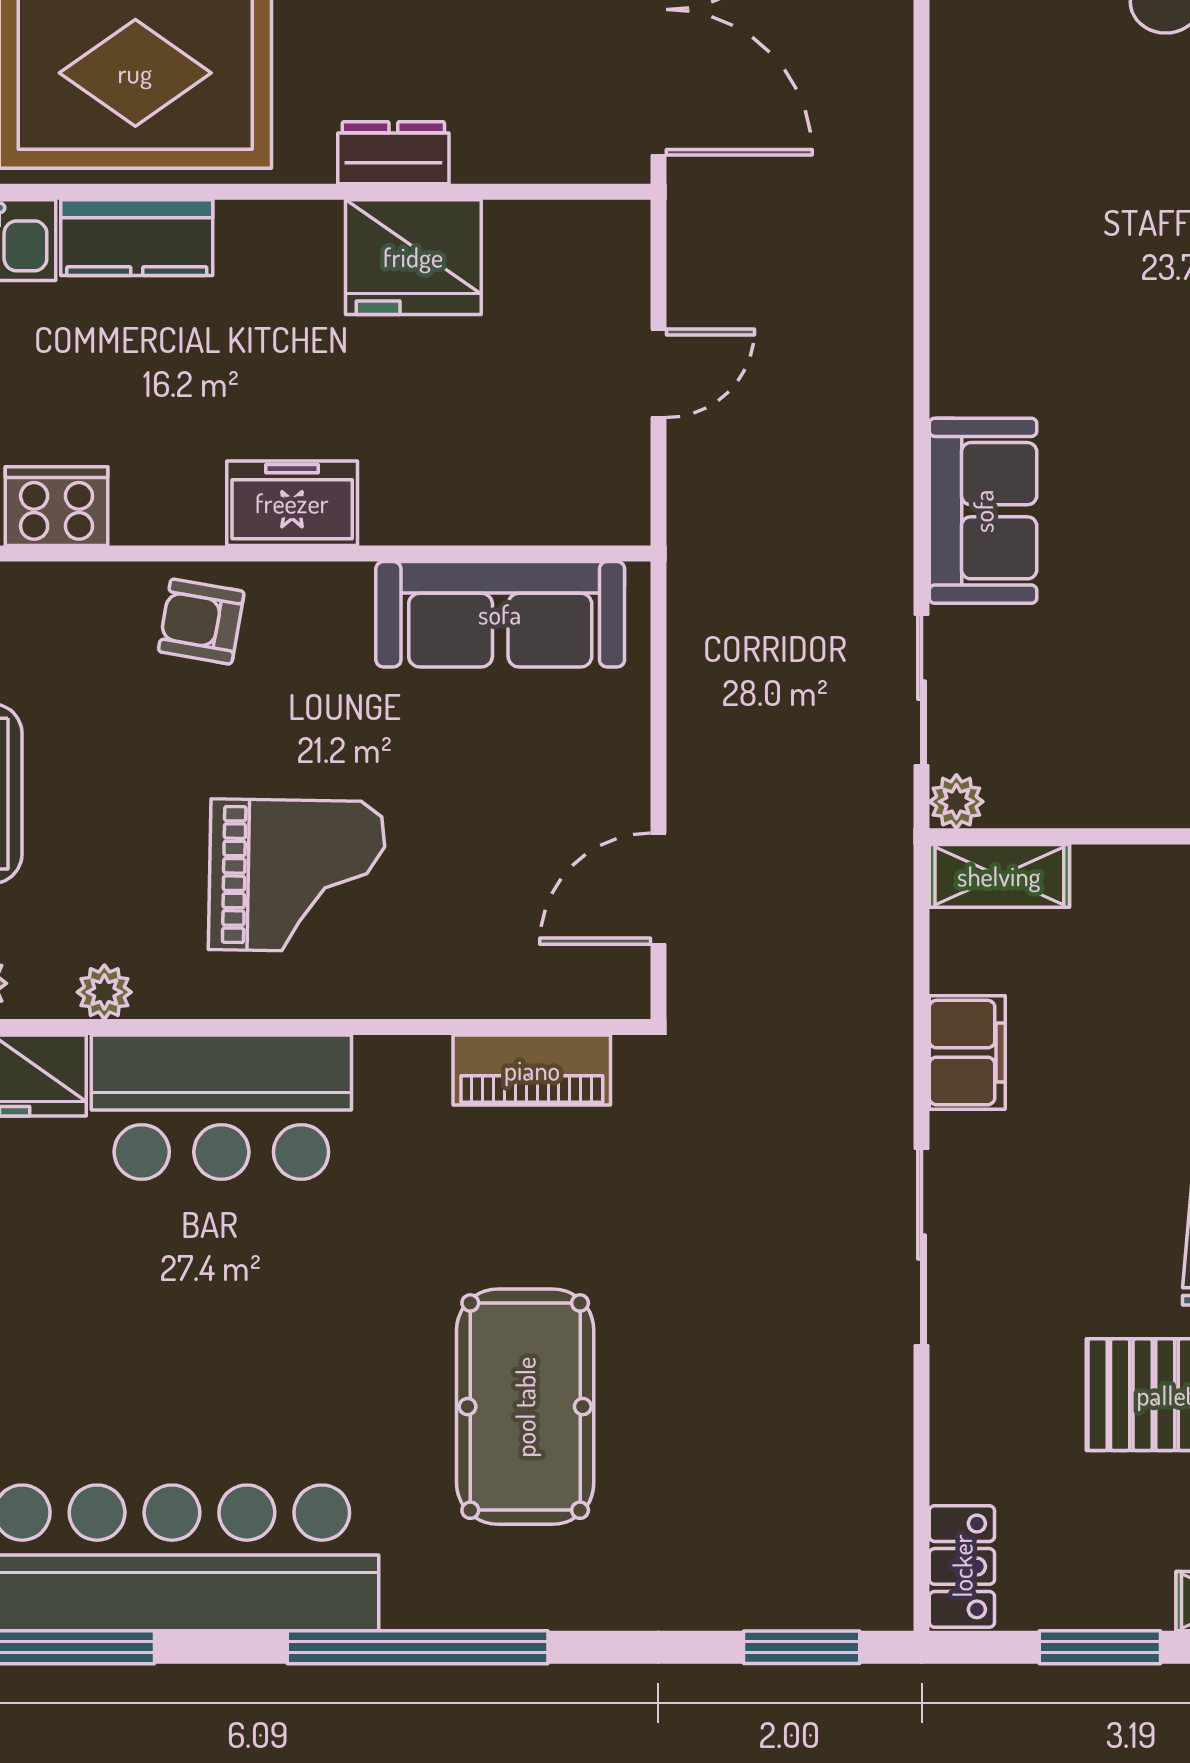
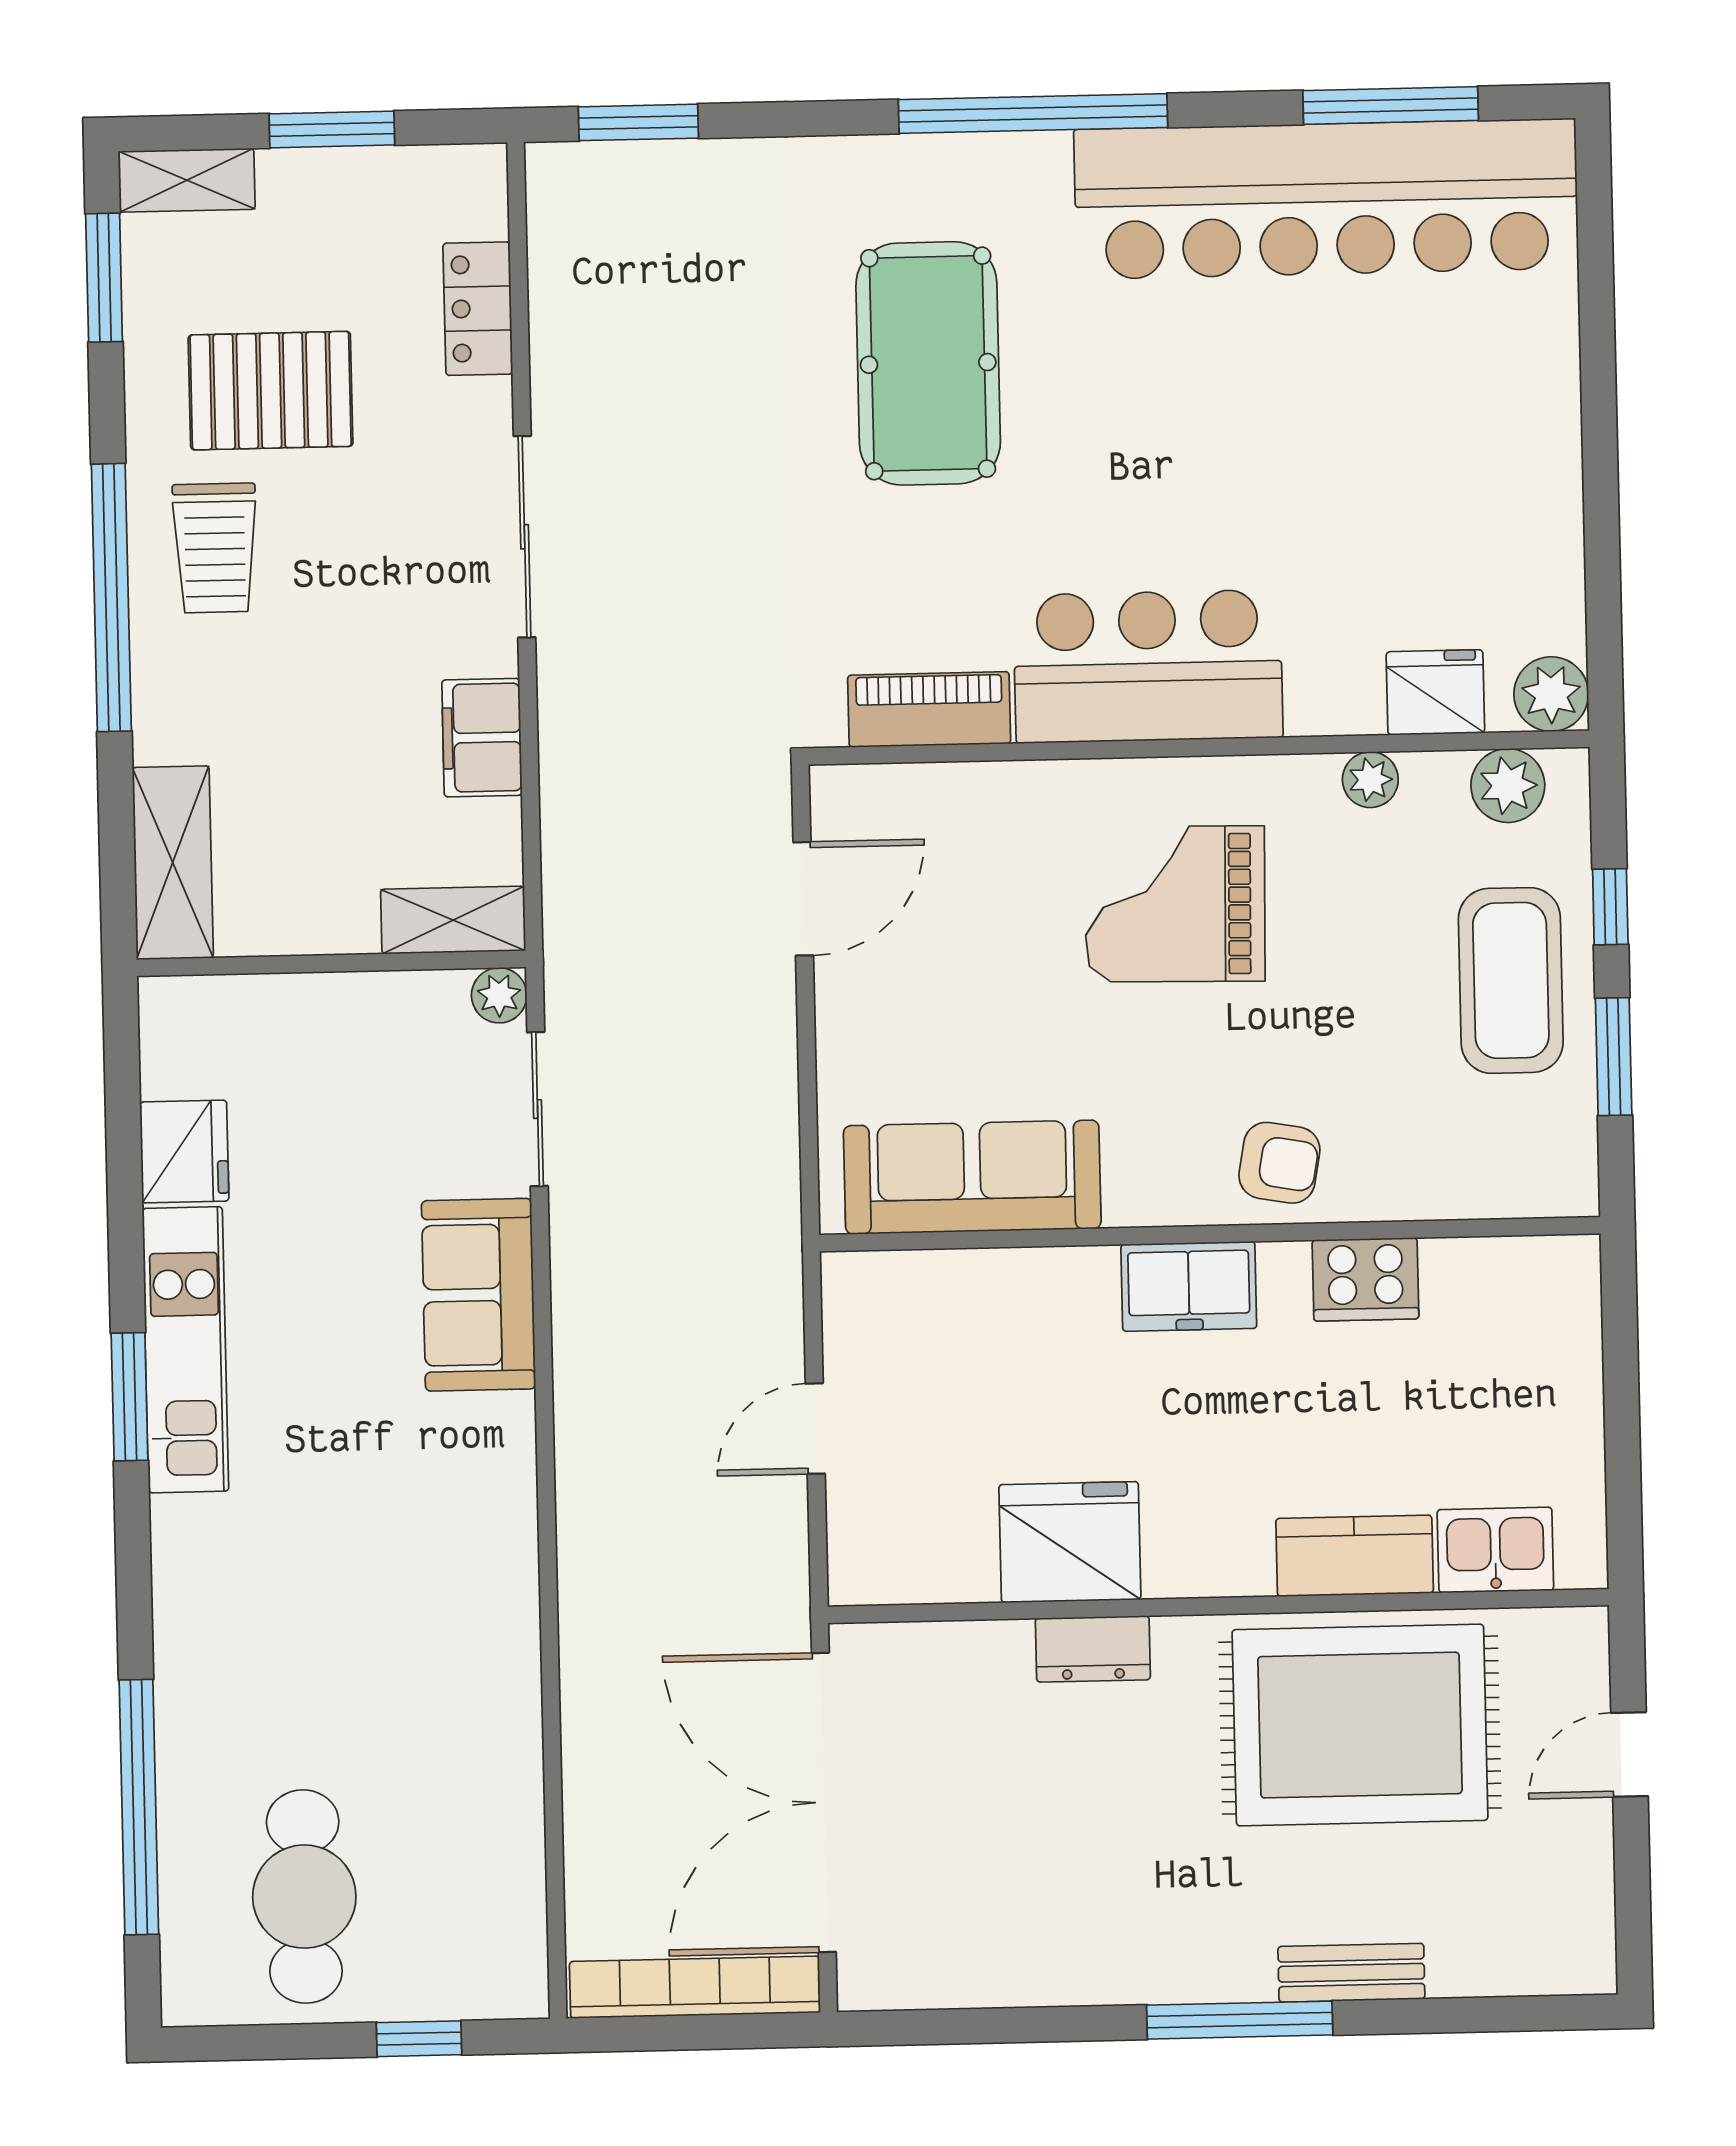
cooker: (57, 506) -> (1365, 1279), moved
bar counter: (221, 1107) -> (1148, 666), moved
locker: (962, 1566) -> (478, 309), moved

